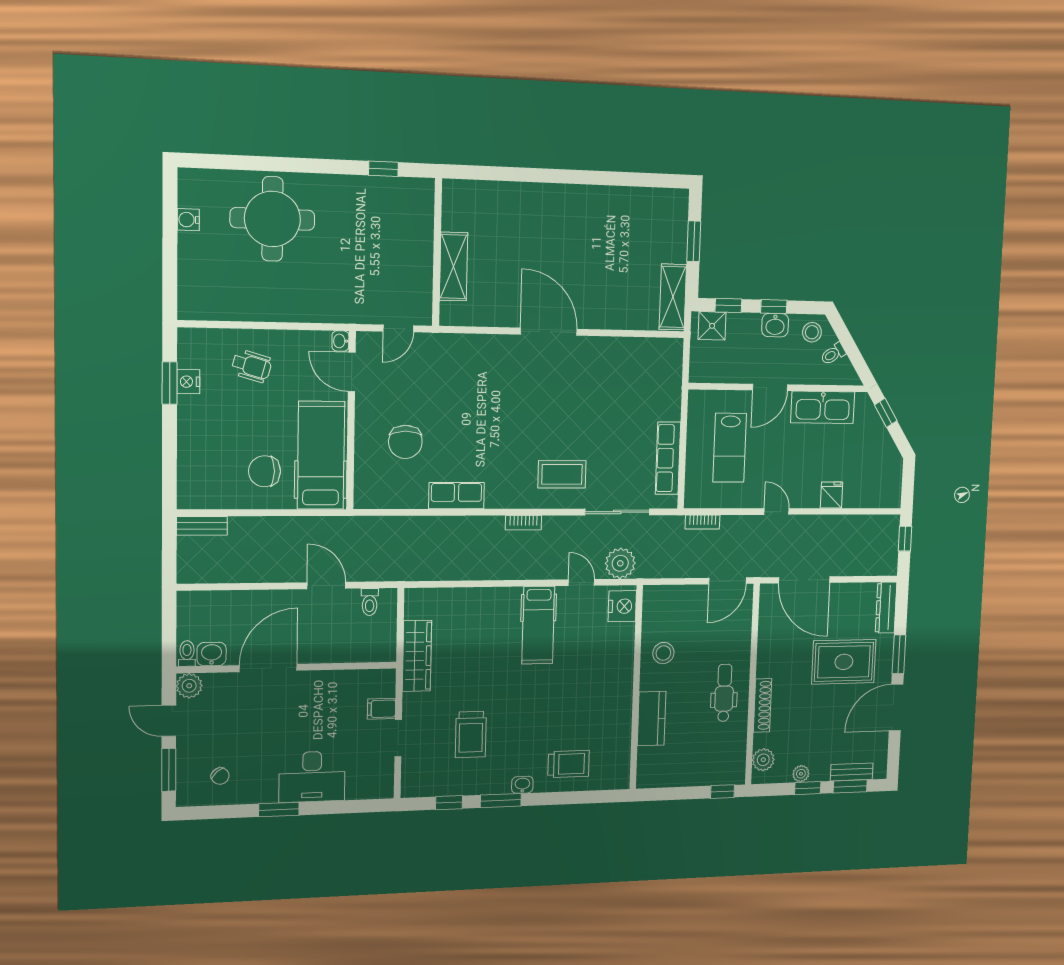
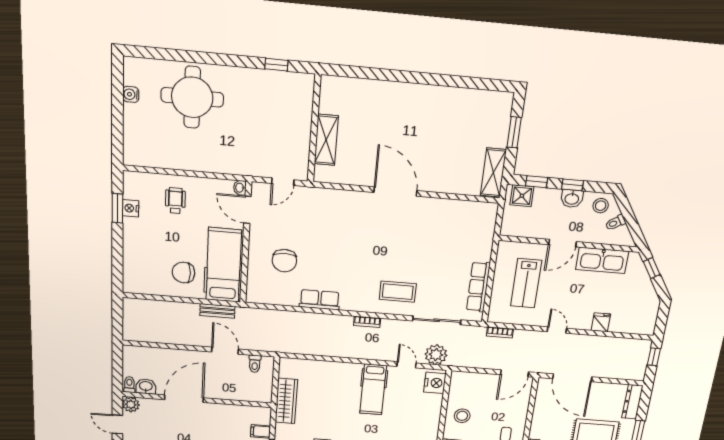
wheelchair: (252, 366) -> (175, 201), turned -106
bench: (202, 526) -> (217, 311), moved

